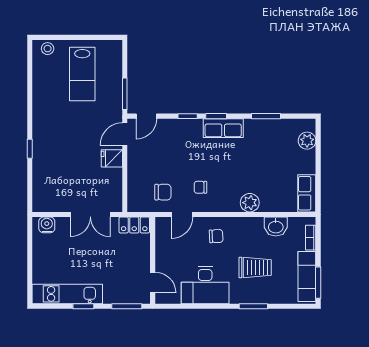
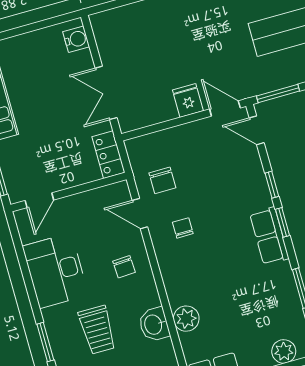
plant: (250, 203) -> (186, 319), moved
washbasin: (276, 227) -> (154, 324), moved

